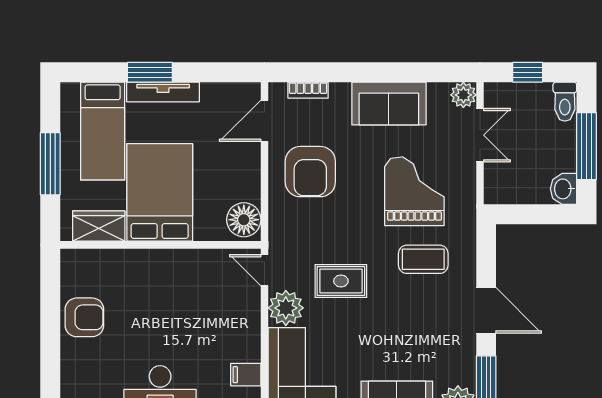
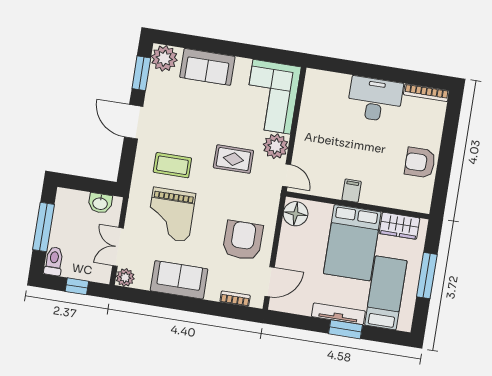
washbasin: (564, 189) -> (100, 203), moved, turned 90
filing cabinet: (246, 375) -> (352, 191), moved, turned -90

